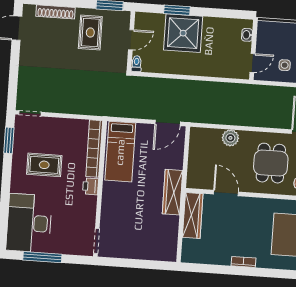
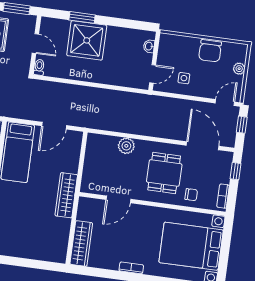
door: (131, 40) -> (35, 44), hinge flipped
door: (168, 123) -> (54, 126), moved
door: (226, 193) -> (118, 199), swing flipped
wardrobe: (193, 215) -> (81, 244), moved

